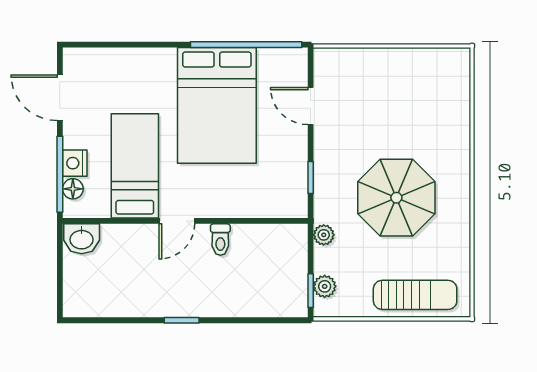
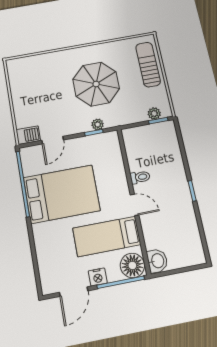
barbecue: (327, 66) -> (28, 135), added
nightstand: (75, 163) -> (98, 277), moved
floor lamp: (73, 189) -> (132, 265), width x1.89, depth x1.89
plant: (324, 235) -> (98, 124), moved

